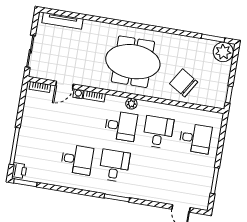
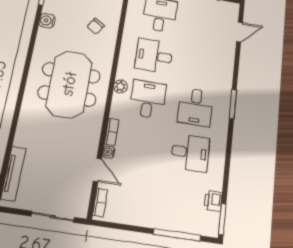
water cooler: (188, 42) -> (47, 21), added
chair: (184, 83) -> (96, 26), width x0.54, depth x0.54
desk: (77, 159) -> (190, 153), turned 90
desk: (114, 166) -> (195, 107), turned -90
printer: (19, 171) -> (213, 201), moved, turned -90

